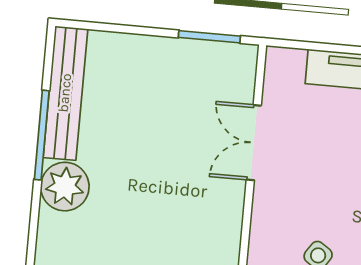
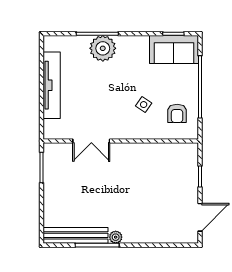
plant: (65, 187) -> (116, 237), width x0.53, depth x0.53

